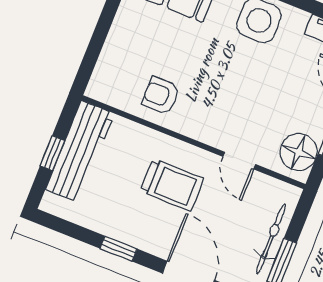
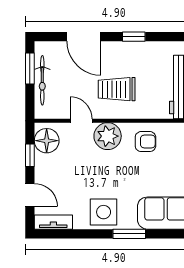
plant: (211, 124) -> (108, 136), added

